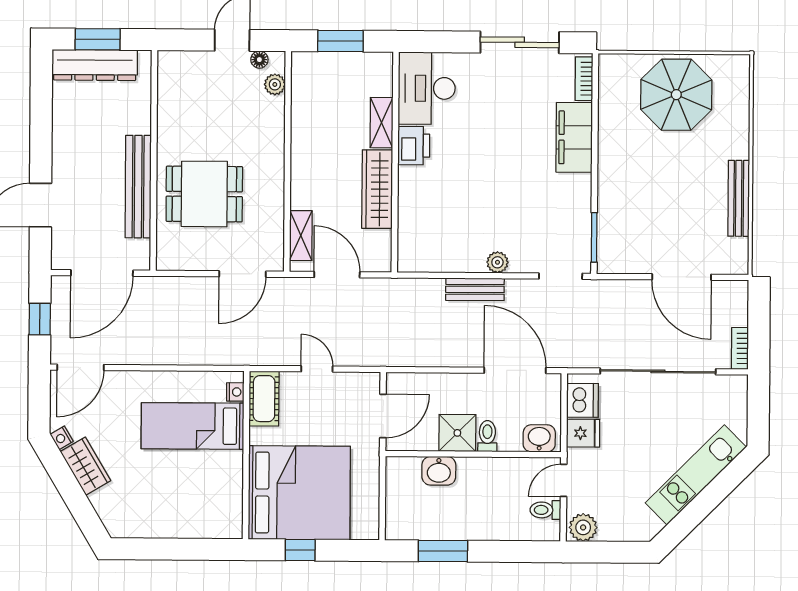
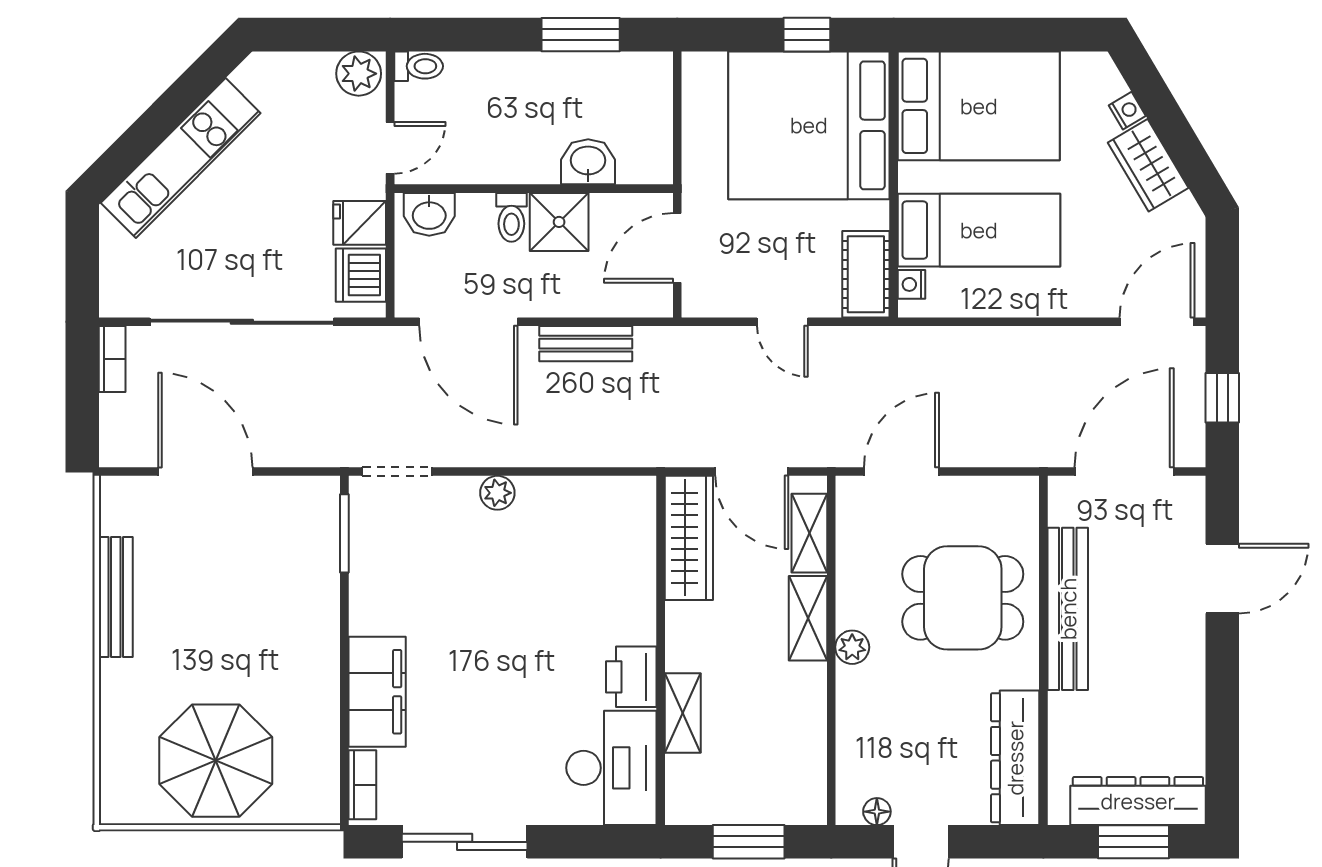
plant: (275, 84) -> (852, 647), moved
dresser: (172, 93) -> (1015, 758), added
shelving: (302, 182) -> (808, 618), added
wardrobe: (377, 189) -> (689, 538), moved
bench: (475, 289) -> (586, 344), moved
nightstand: (62, 438) -> (1127, 111), moved
bed: (192, 504) -> (979, 106), added
toilet: (545, 510) -> (419, 66), moved

